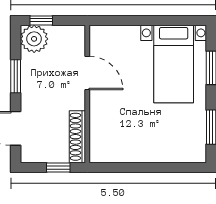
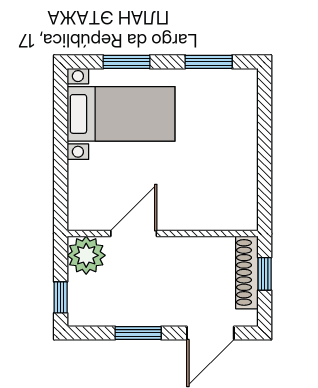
plant: (34, 39) -> (86, 255), moved
shoe rack: (77, 137) -> (247, 272), moved, turned 90

